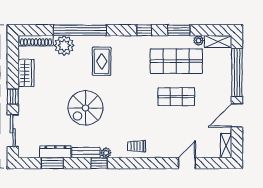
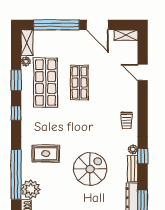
spiral stairs: (85, 108) -> (90, 169), turned -90

